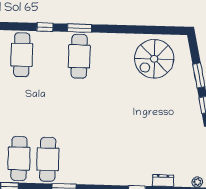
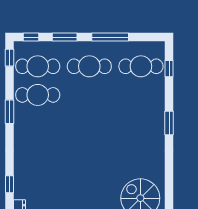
window: (45, 27) -> (169, 69), moved
cafe table: (79, 56) -> (89, 66), moved

